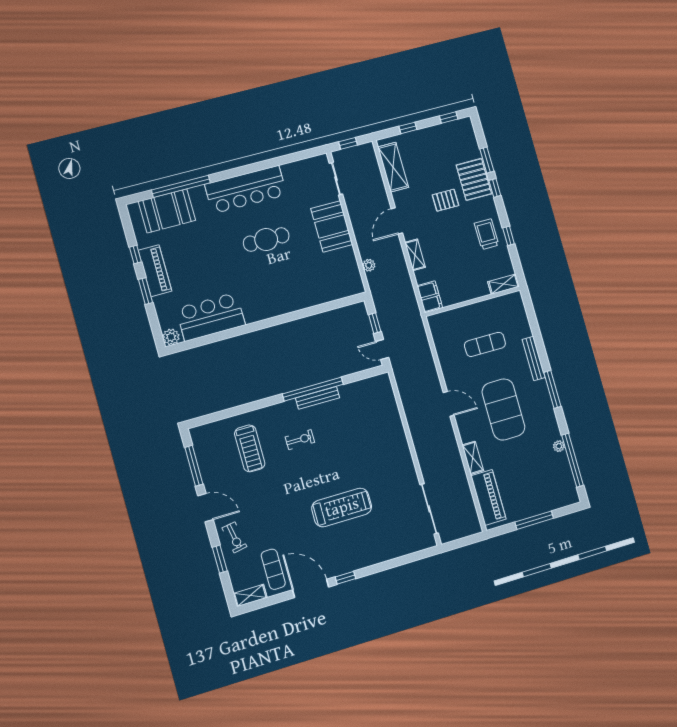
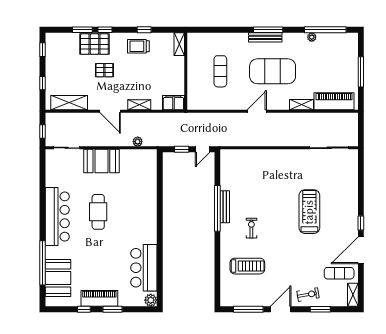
pallet: (446, 200) -> (104, 70), turned 90
bench: (534, 358) -> (265, 37), moved

